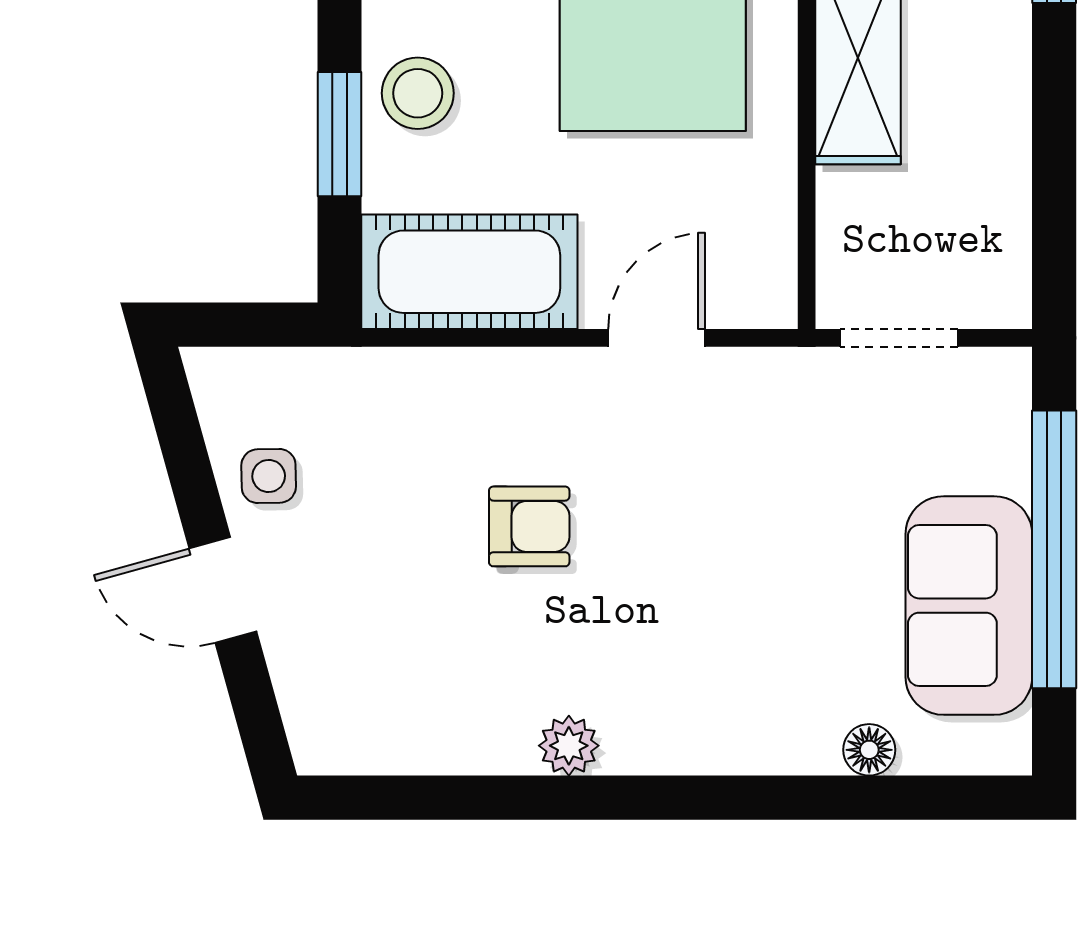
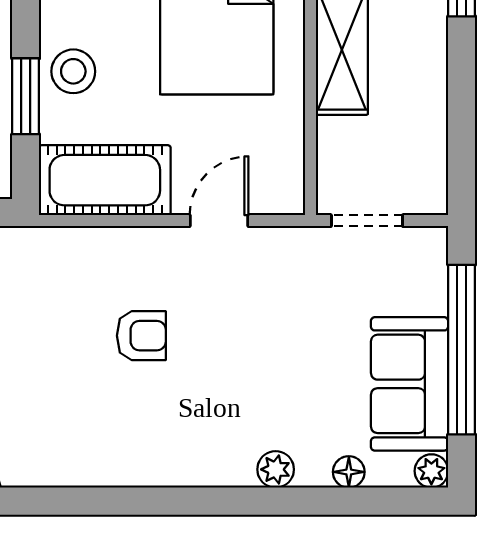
plant: (569, 746) -> (276, 469), moved
plant: (1005, 748) -> (431, 471), added

